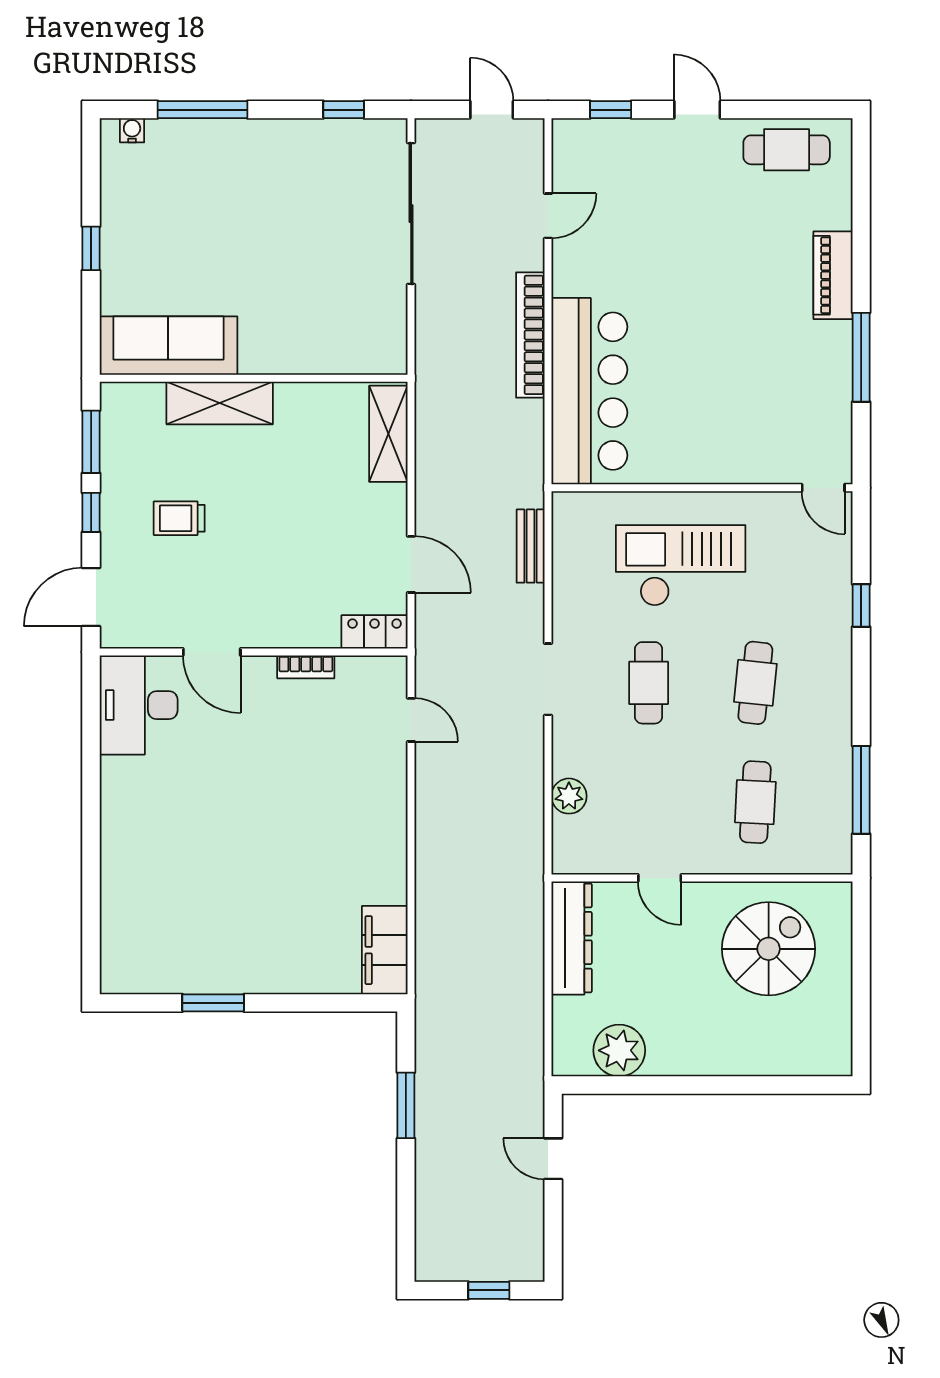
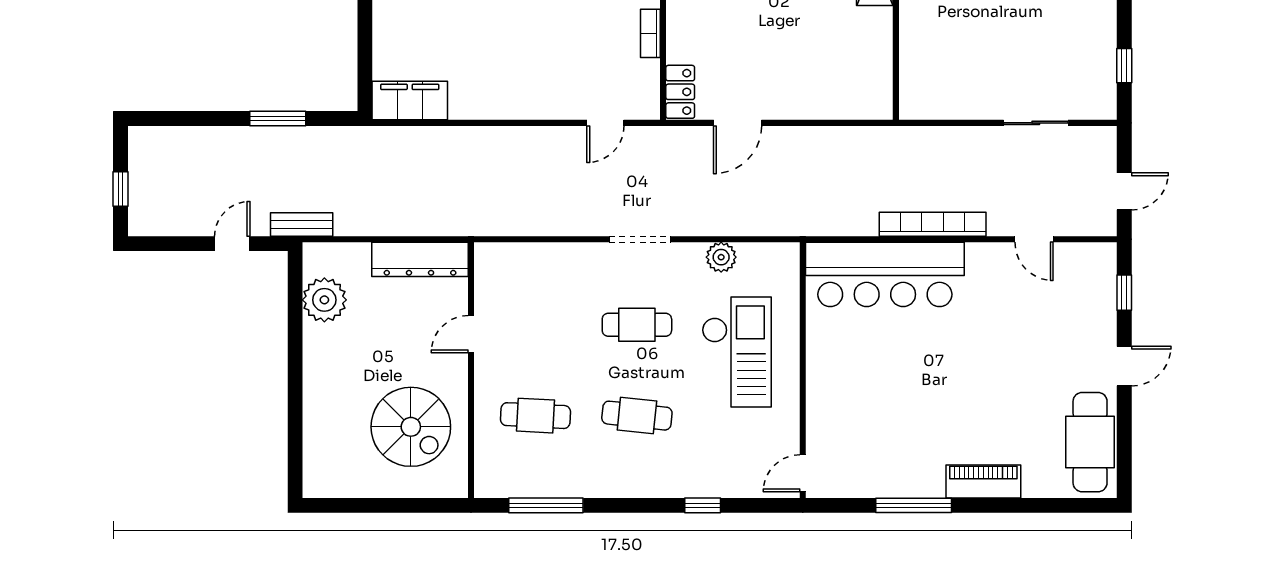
cafe table: (787, 150) -> (1090, 442), width x1.37, depth x1.35
sliding door: (411, 214) -> (1036, 123), width x0.54
shelving: (388, 434) -> (849, 104), removed
bench: (531, 546) -> (302, 224), moved
plant: (569, 796) -> (721, 257), moved

